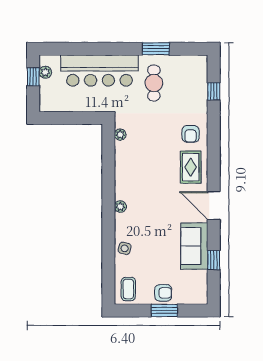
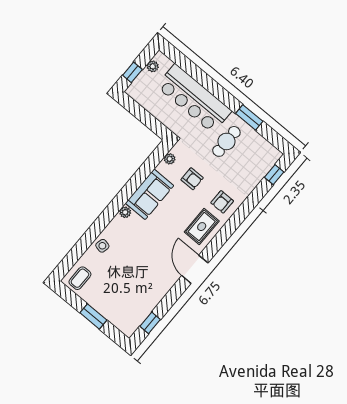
window: (33, 77) -> (132, 72), moved
window: (214, 91) -> (274, 175), moved
sofa: (194, 246) -> (150, 194), moved, turned 180
window: (214, 260) -> (150, 323), moved
armchair: (163, 293) -> (192, 179), moved

